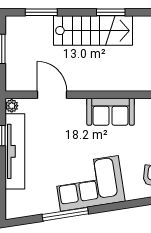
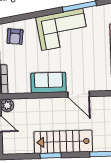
door: (52, 95) -> (79, 94), moved

